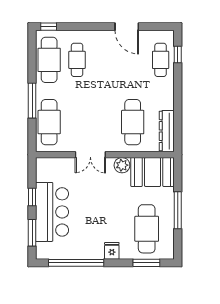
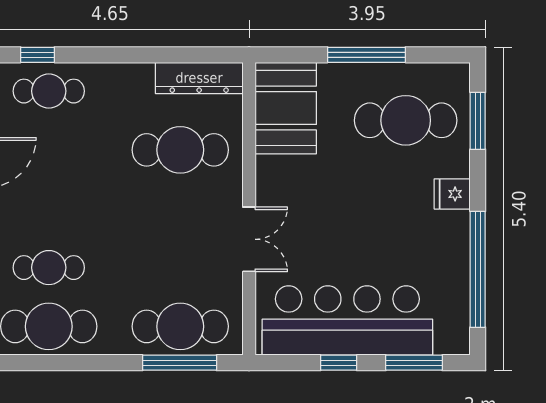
window: (32, 101) -> (180, 363), moved
plant: (122, 165) -> (271, 173), removed
bar counter: (52, 212) -> (347, 320), width x1.36

